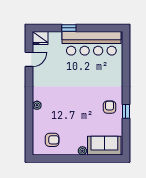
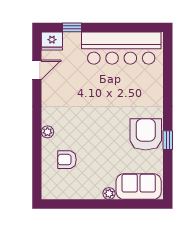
window: (69, 28) -> (72, 27), moved
armchair: (110, 107) -> (146, 134), width x1.88, depth x1.88
armchair: (52, 140) -> (67, 160), moved, turned 180

